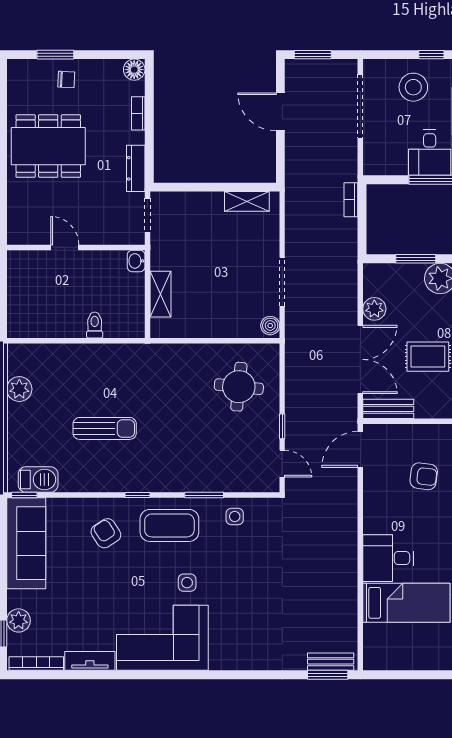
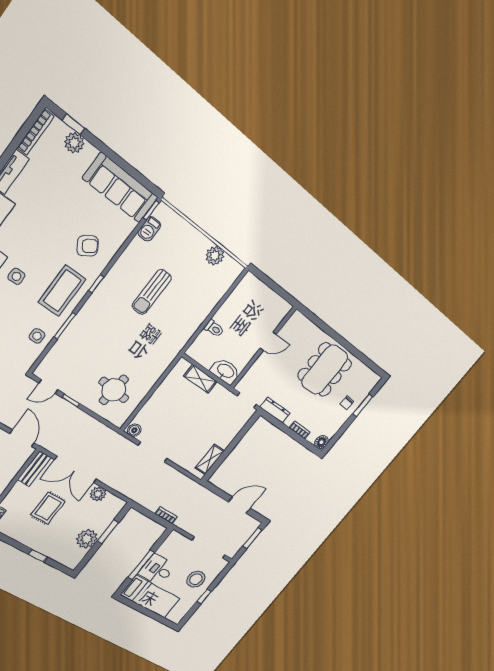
washbasin: (136, 261) -> (225, 371), width x1.91, depth x1.45
barbecue: (38, 479) -> (149, 229), width x0.73, depth x0.79

